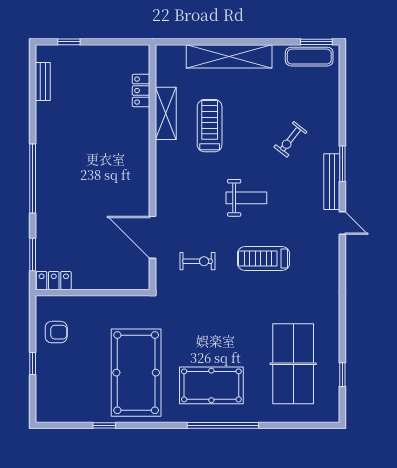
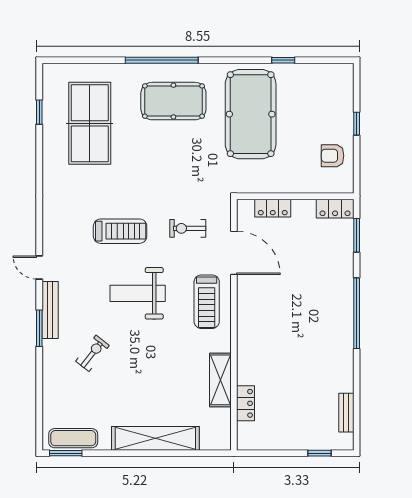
treadmill: (210, 126) -> (207, 302), moved
weight bench: (246, 198) -> (138, 293), width x1.36, depth x1.33
locker: (115, 281) -> (273, 208), added

